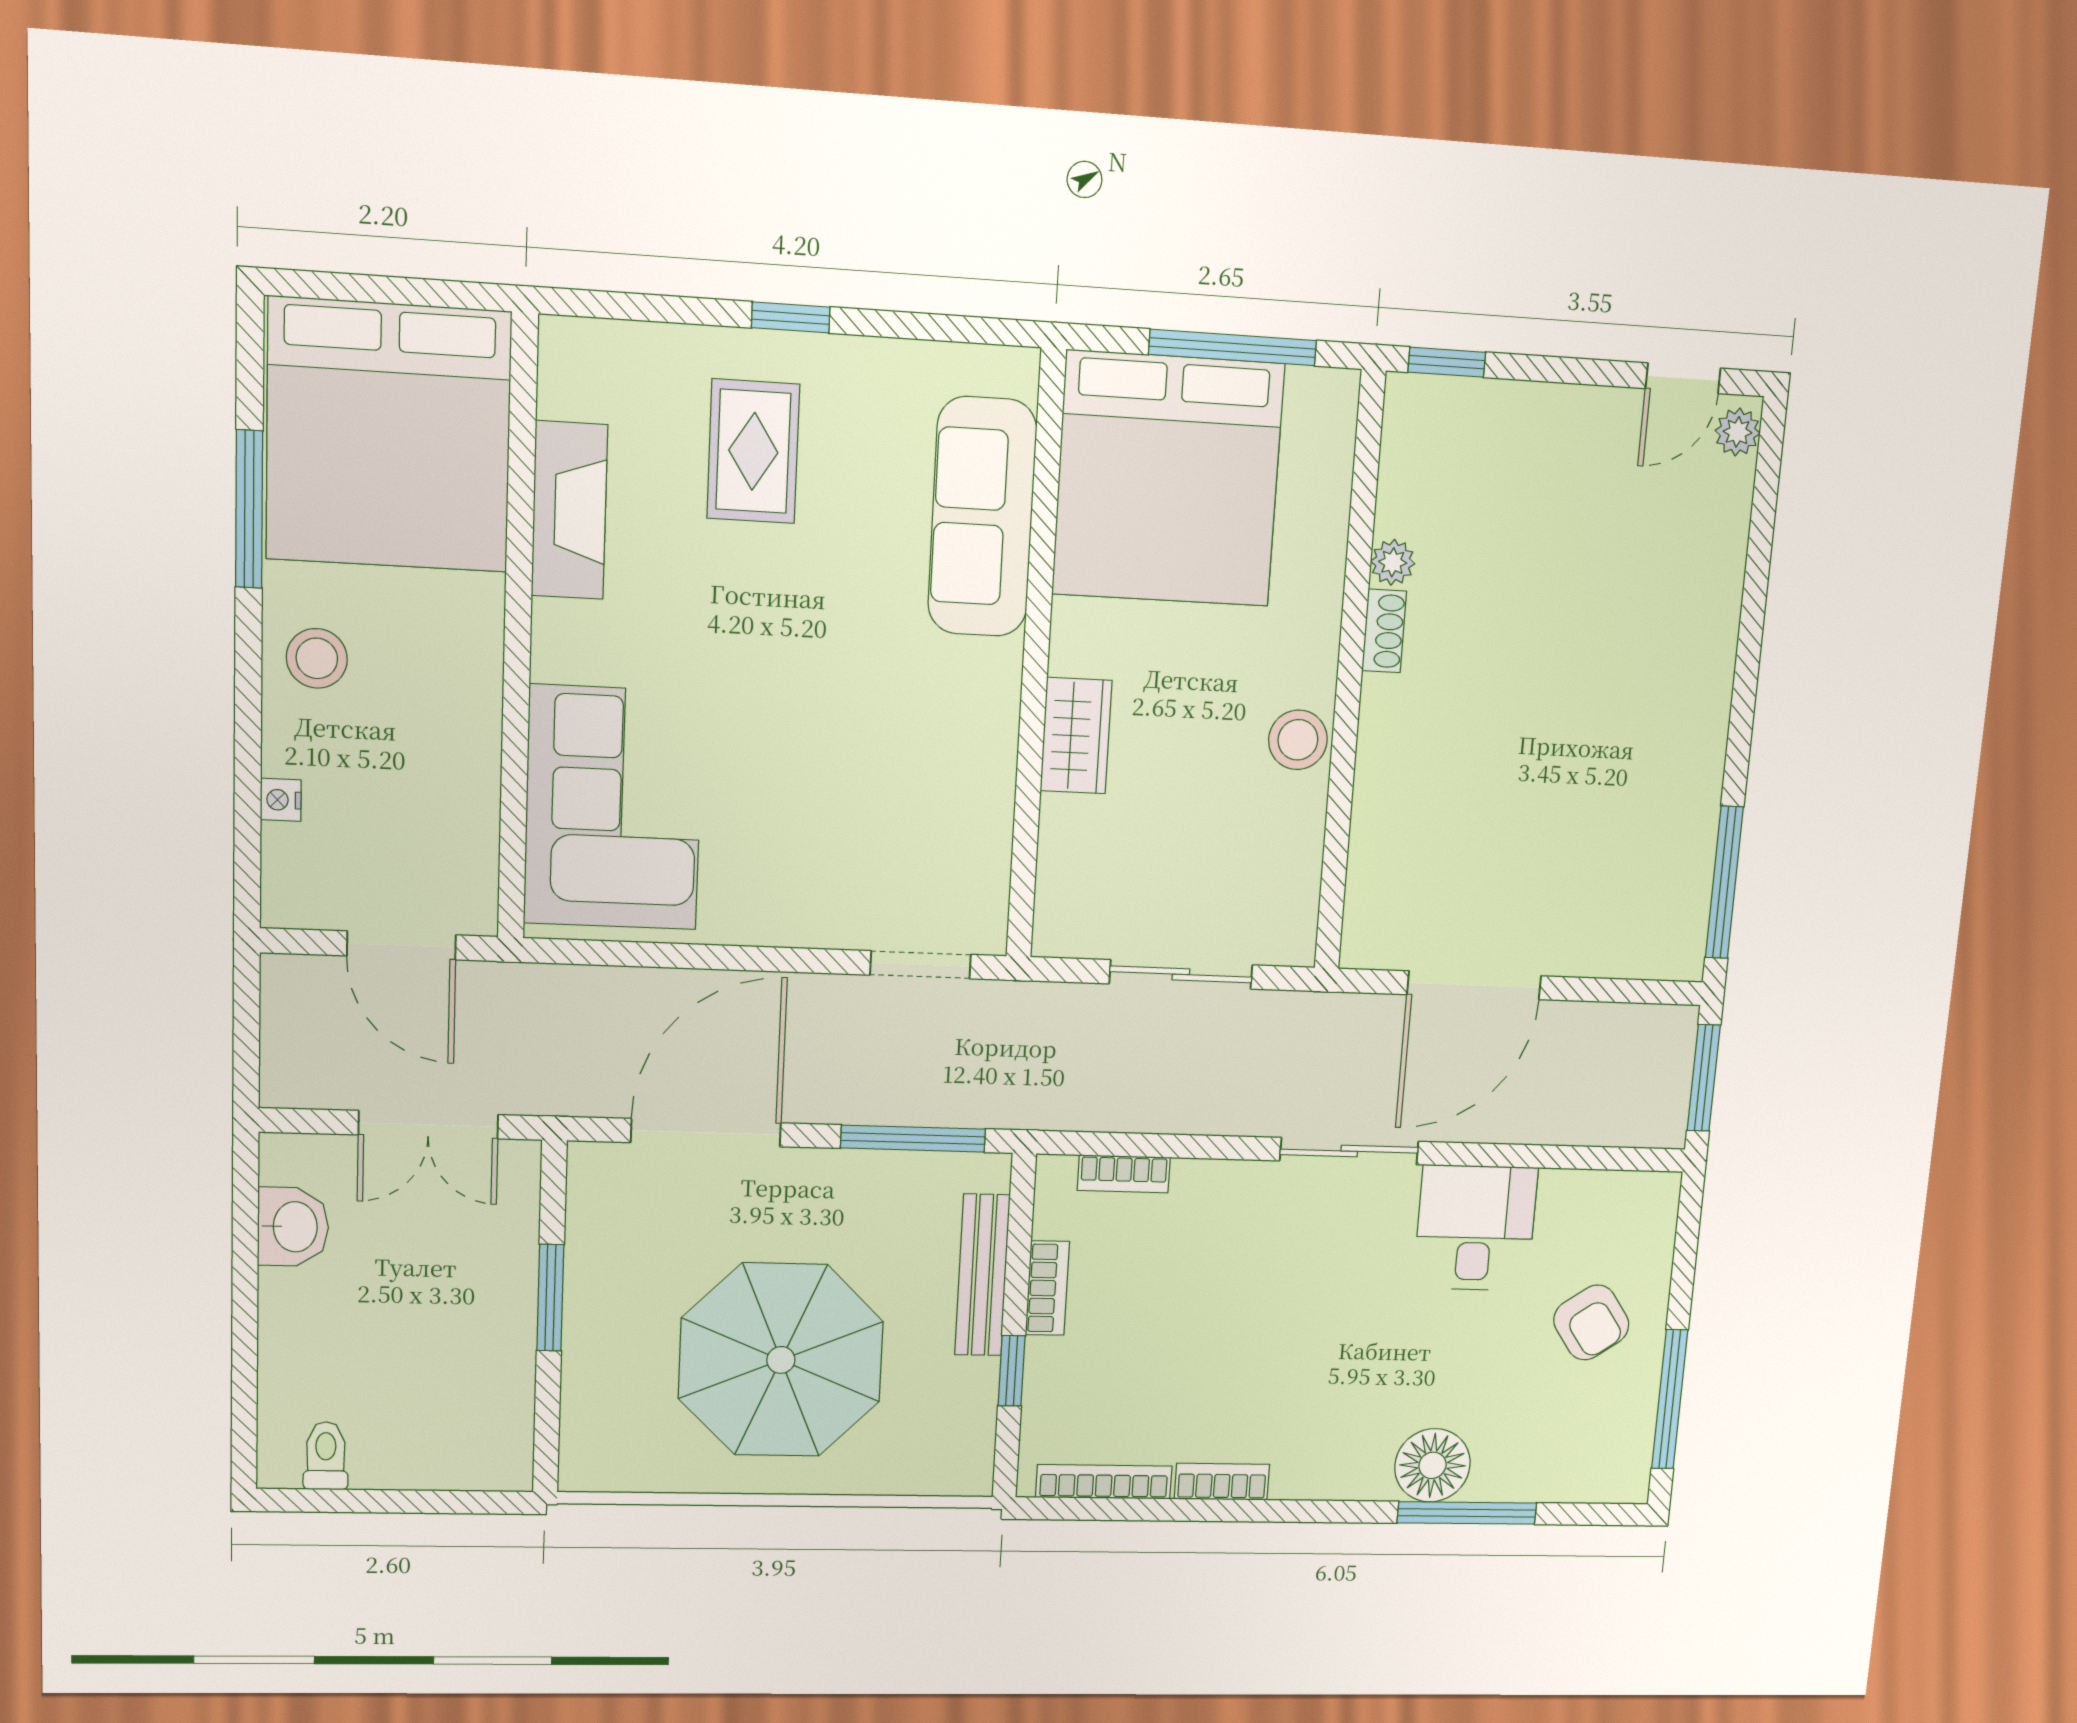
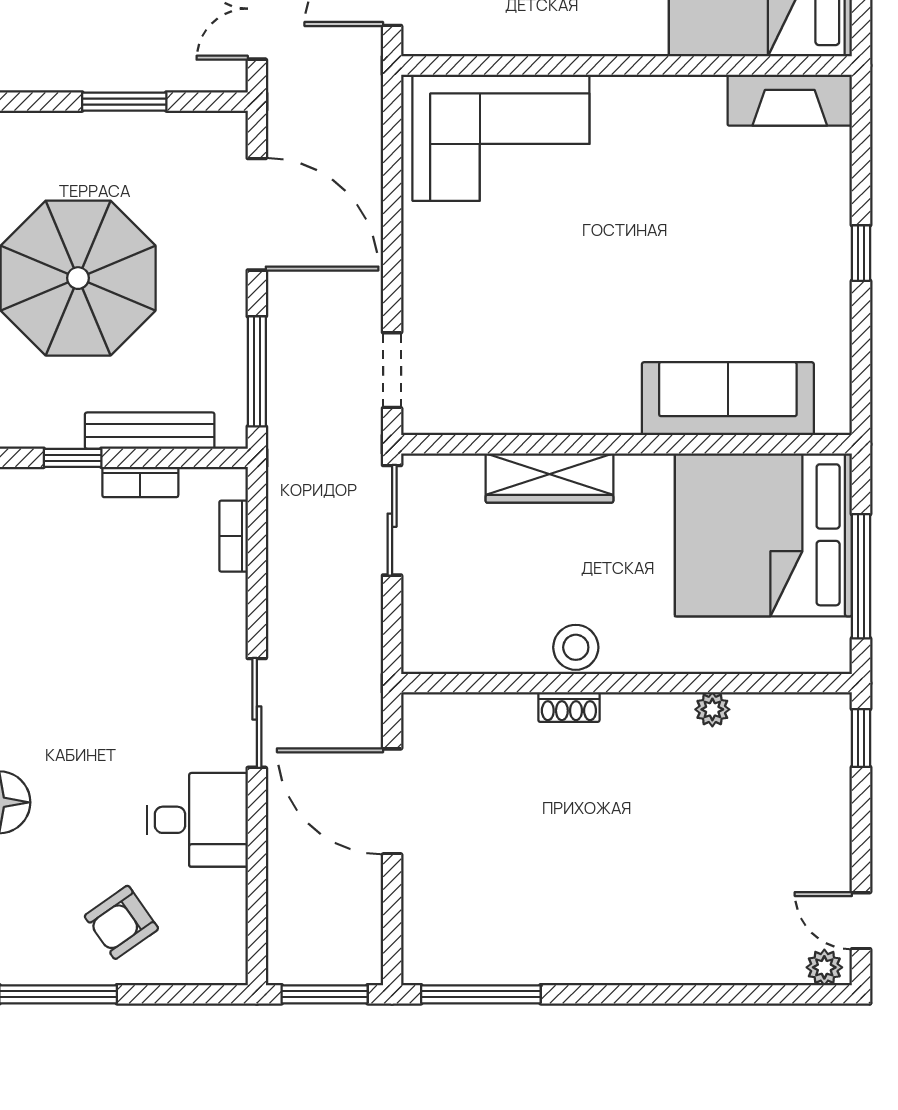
rug: (753, 451) -> (765, 230), removed
fireplace: (569, 510) -> (790, 100), moved
shoe rack: (1384, 631) -> (569, 707), moved
wardrobe: (1076, 736) -> (549, 478), width x1.50
sliding door: (1181, 974) -> (392, 520), moved

